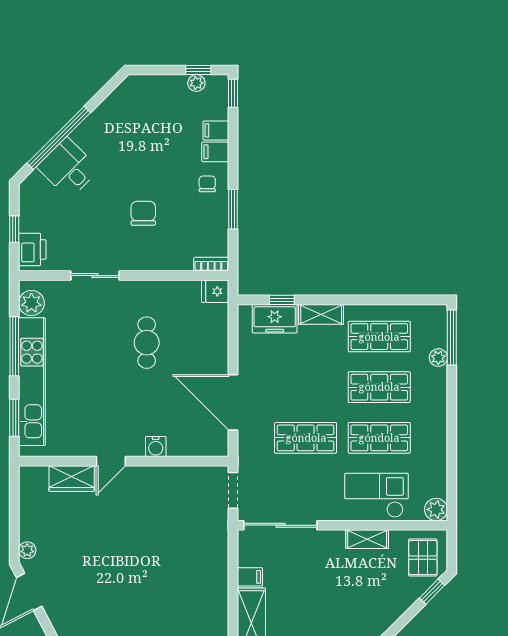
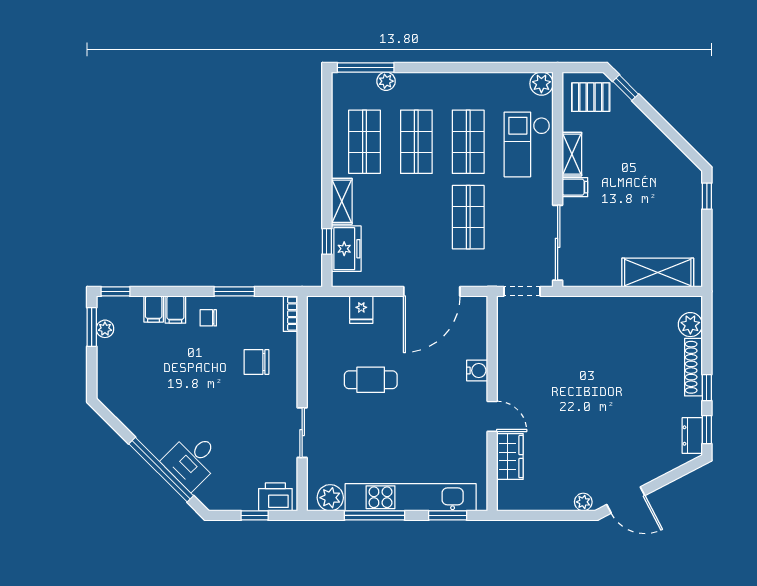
window: (198, 70) -> (92, 327), width x1.50
chair: (143, 213) -> (256, 362), moved
fridge: (215, 291) -> (361, 310), moved
filing cabinet: (250, 577) -> (575, 187), moved, turned 90

